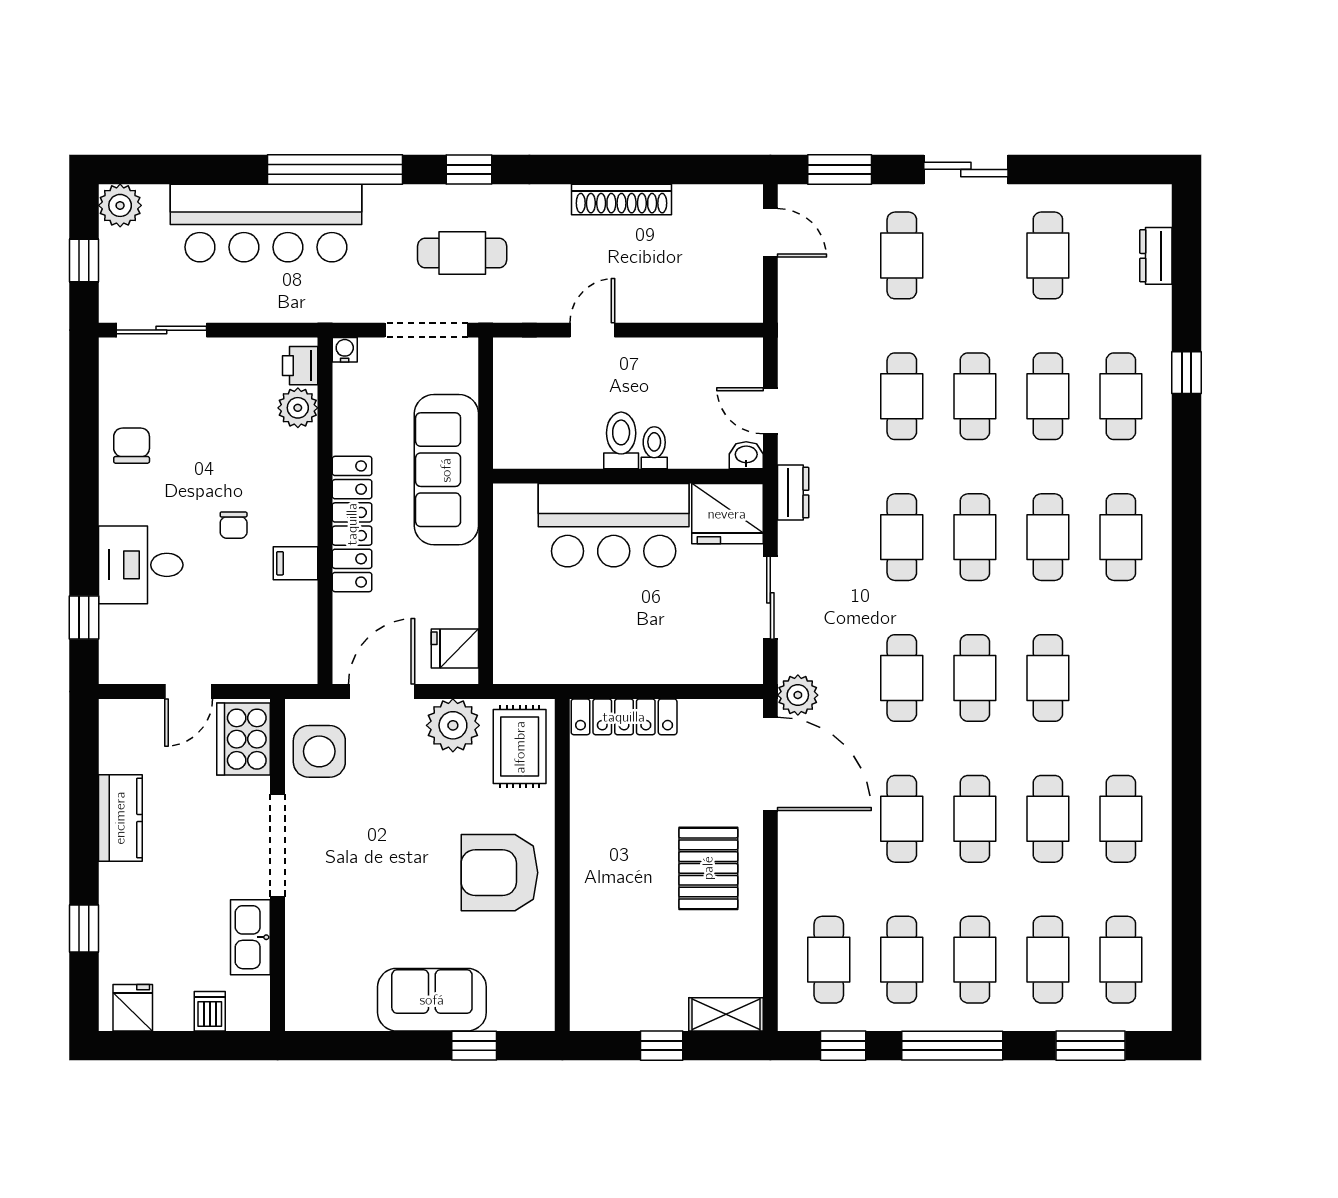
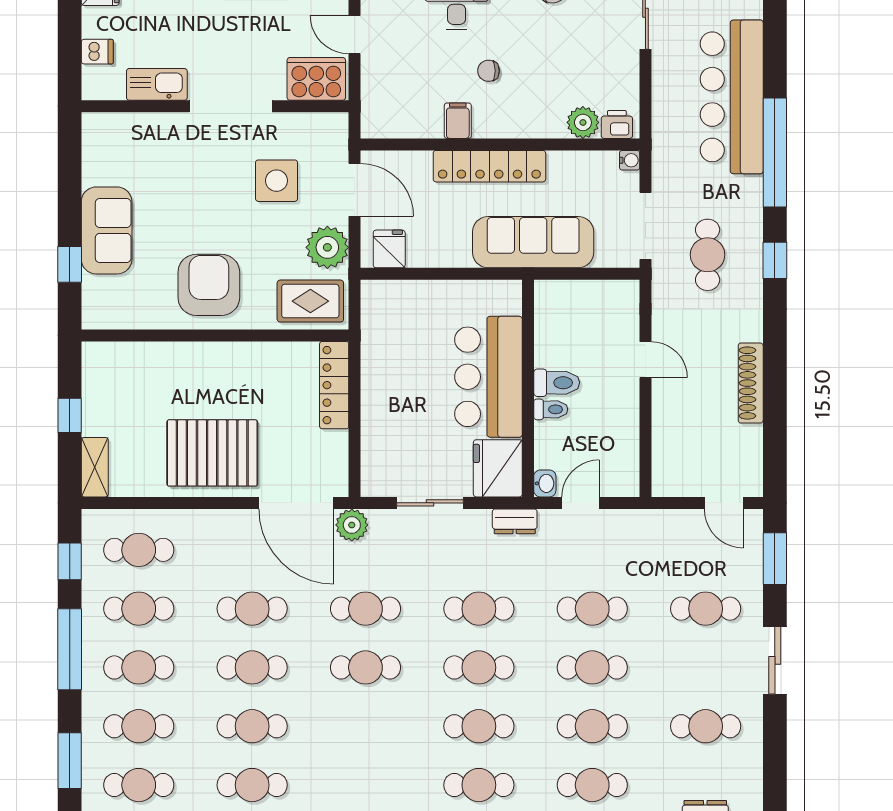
door: (770, 233) -> (724, 503), hinge flipped
cafe table: (1048, 678) -> (365, 726), removed
side table: (319, 751) -> (277, 181), moved
door: (770, 764) -> (296, 503), hinge flipped
pallet: (708, 868) -> (212, 453), width x1.37, depth x1.41

